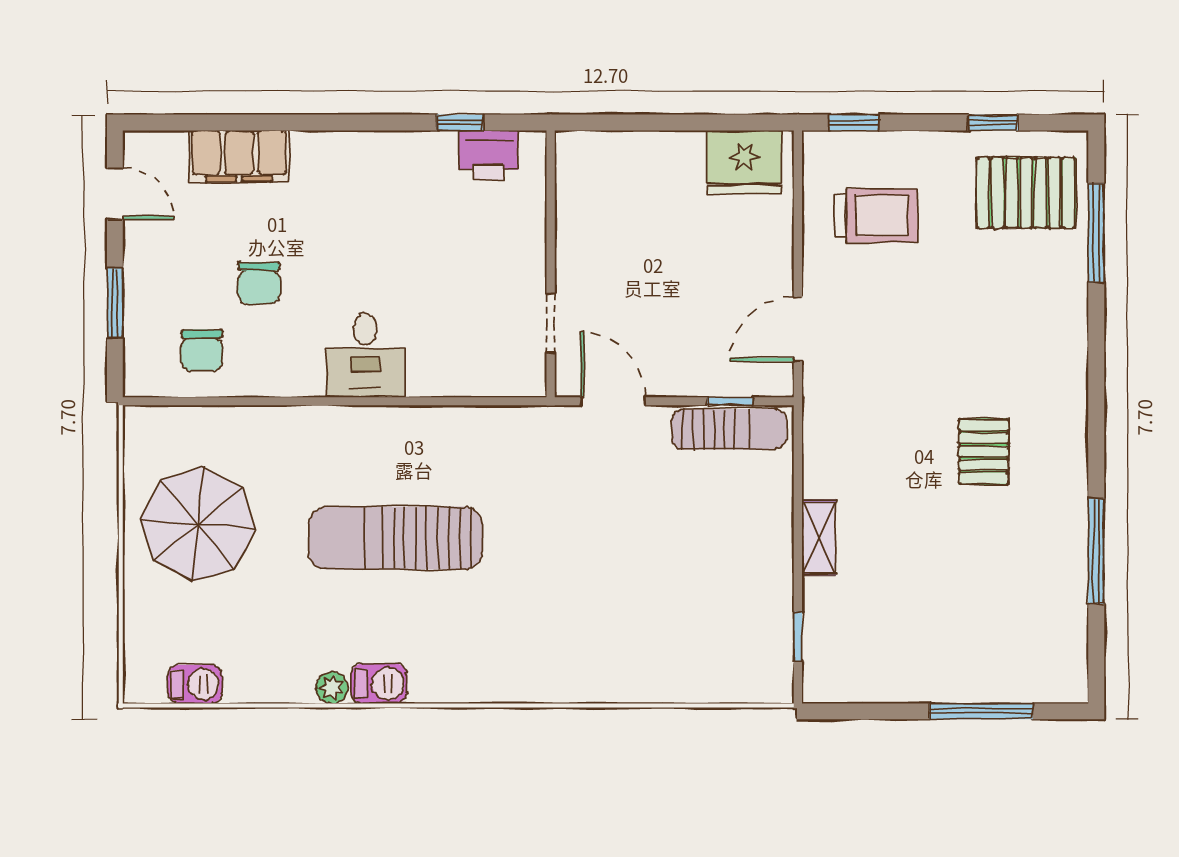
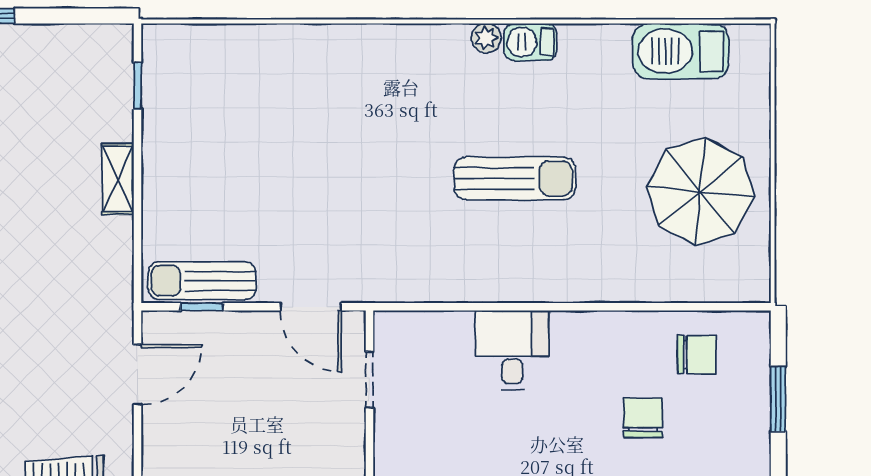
chair: (202, 350) -> (697, 355), turned 90
desk: (365, 355) -> (512, 350), moved
sun lounger: (396, 538) -> (515, 179), width x0.73, depth x0.75
barbecue: (195, 684) -> (681, 51), width x1.88, depth x1.53
plant: (332, 688) -> (486, 38), moved

